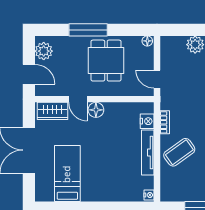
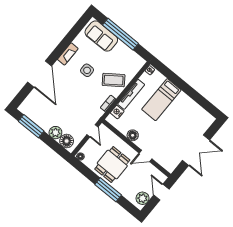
floor lamp: (176, 45) -> (67, 141), added
door: (78, 99) -> (146, 156), swing flipped
floor lamp: (96, 110) -> (133, 135), moved
wardrobe: (52, 111) -> (165, 161), removed
bed: (67, 174) -> (161, 100), moved

